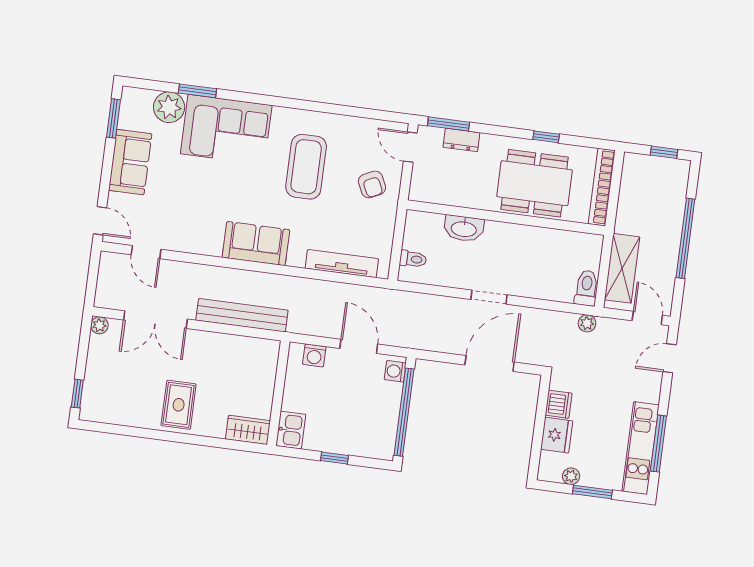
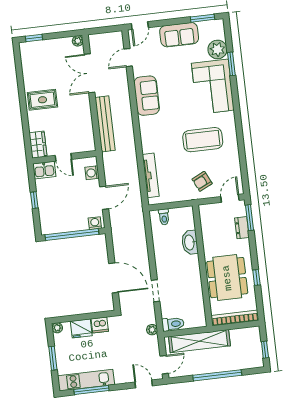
sofa: (256, 244) -> (147, 96), moved
shelving: (622, 268) -> (199, 341), width x1.47
doorway: (489, 297) -> (156, 291), moved
door: (278, 395) -> (63, 157), added
plant: (571, 476) -> (57, 328), moved

